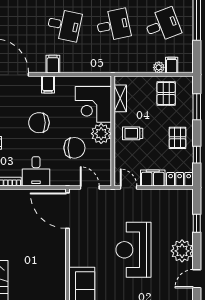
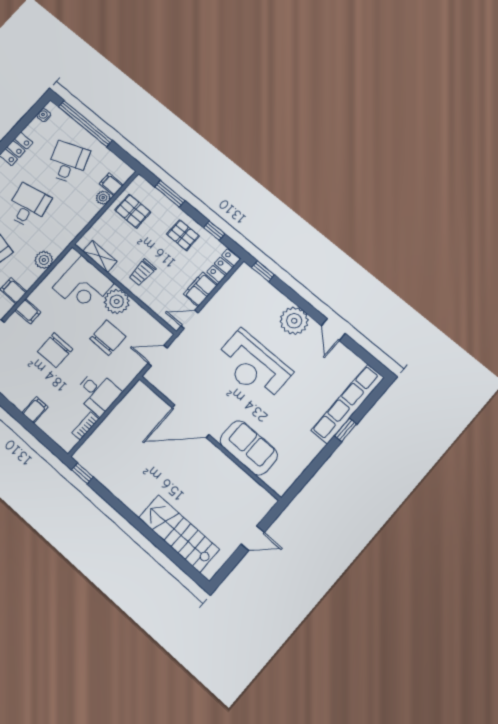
plant: (88, 66) -> (44, 260), added
door: (68, 211) -> (191, 421), moved
window: (197, 223) -> (263, 271), moved

